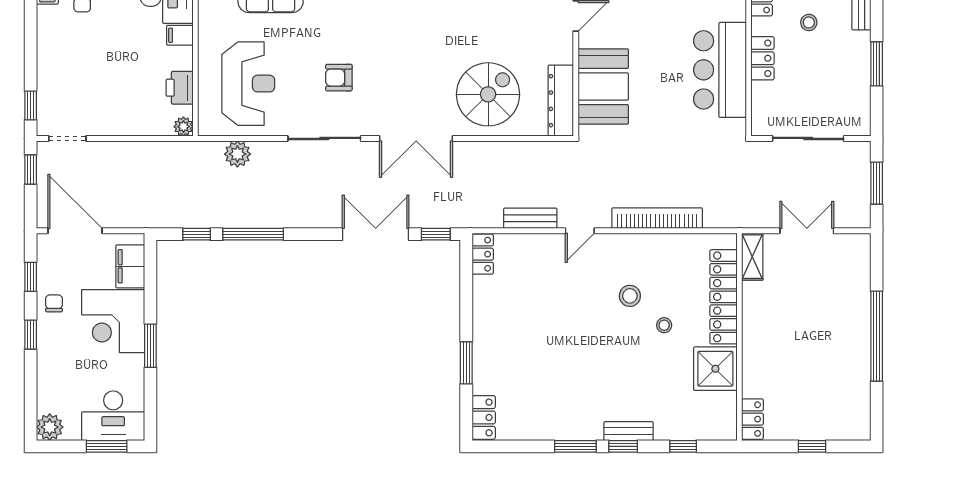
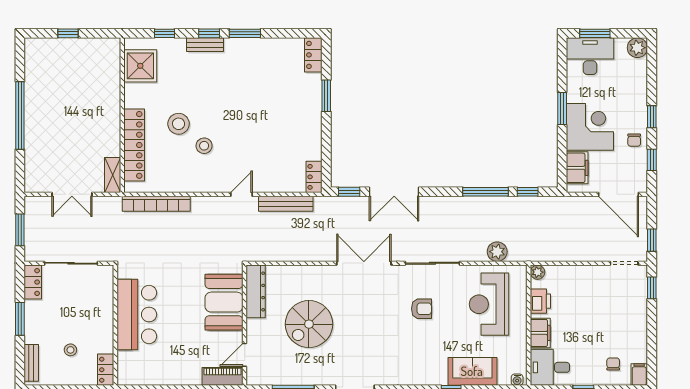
filing cabinet: (180, 35) -> (540, 333), width x2.00
locker: (763, 58) -> (33, 282), moved, turned 180
spiral stairs: (488, 94) -> (309, 324), moved
bench: (530, 218) -> (286, 204), width x1.36
bookcase: (657, 218) -> (156, 204), moved
stool: (664, 325) -> (179, 124), width x1.89, depth x1.89
shower: (715, 369) -> (140, 66), moved
locker: (753, 419) -> (112, 54), removed

